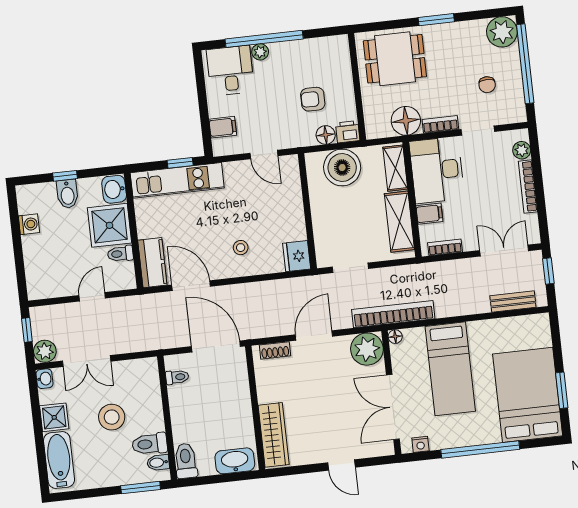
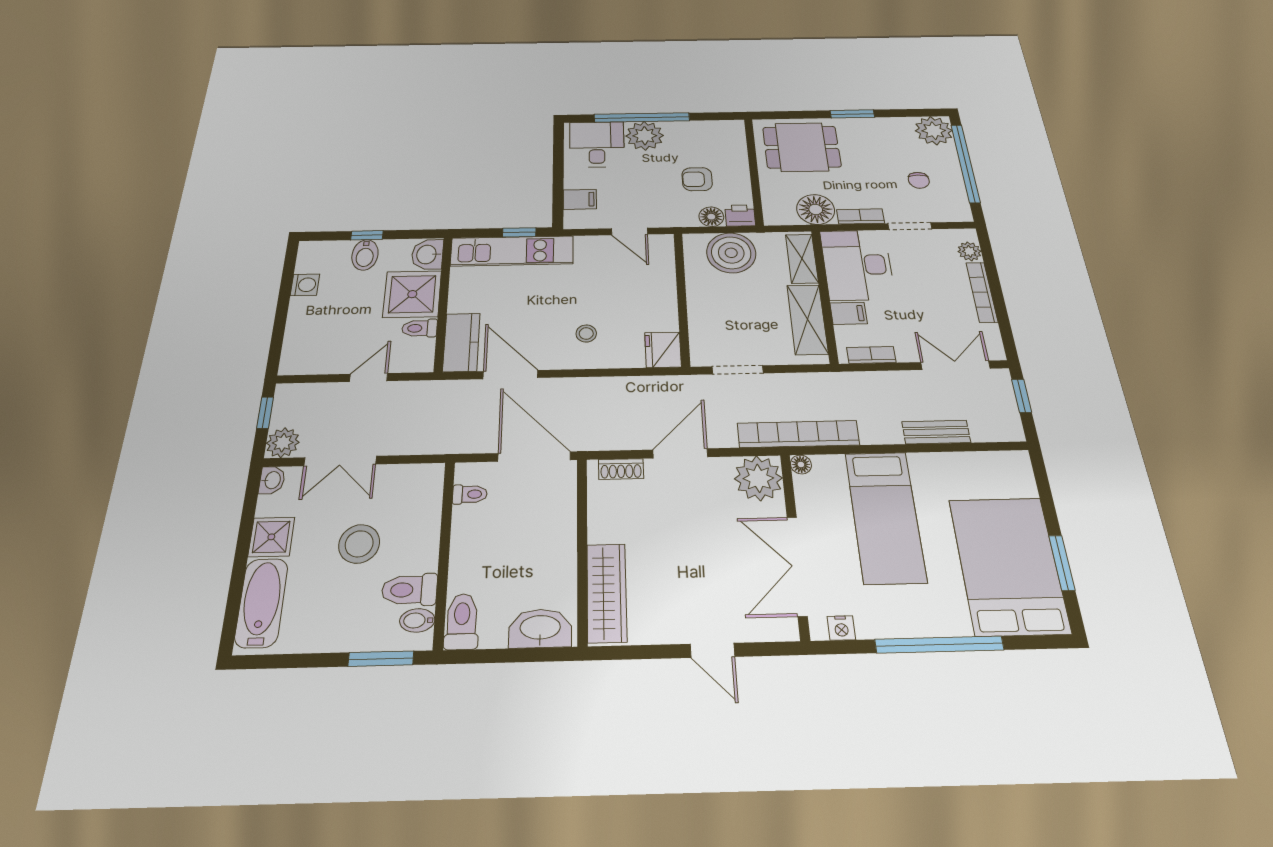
plant: (260, 52) -> (645, 136), width x1.88, depth x1.88
bench: (513, 302) -> (936, 432), moved

